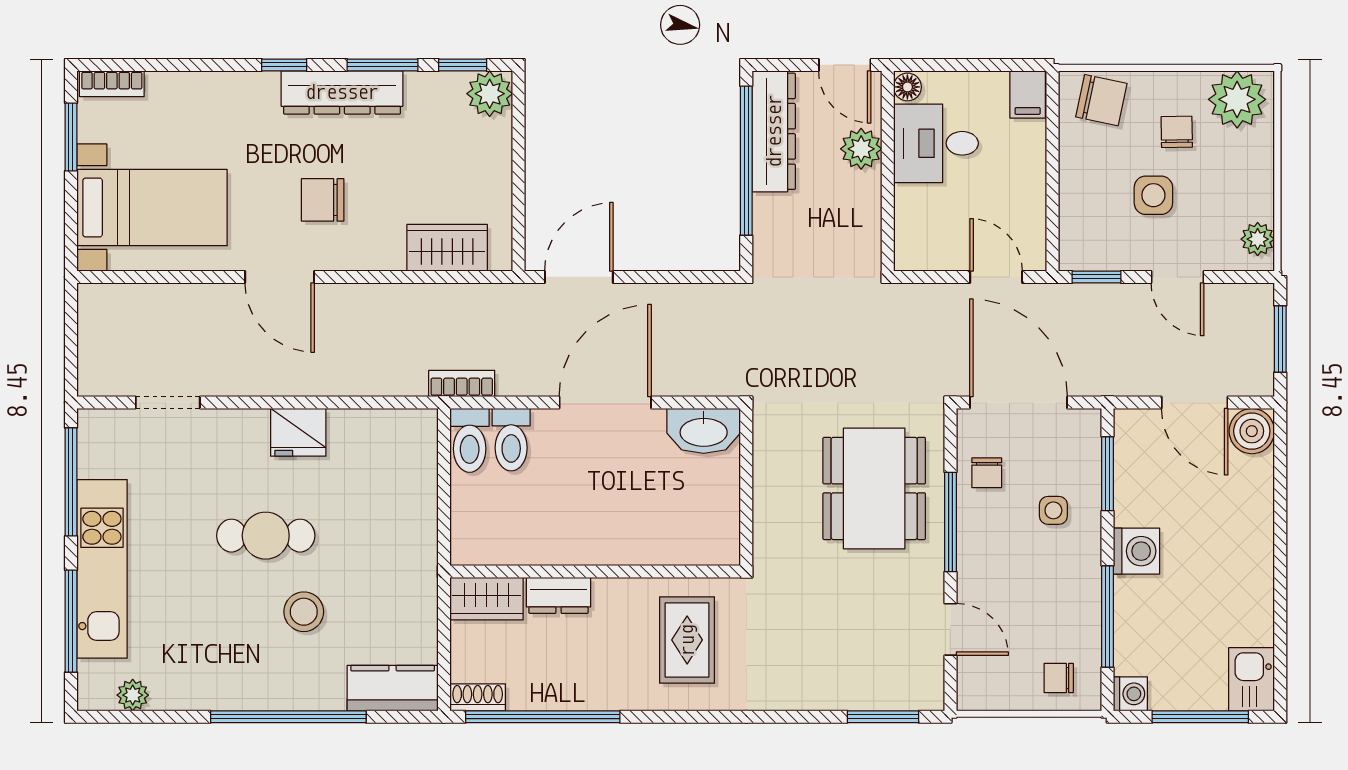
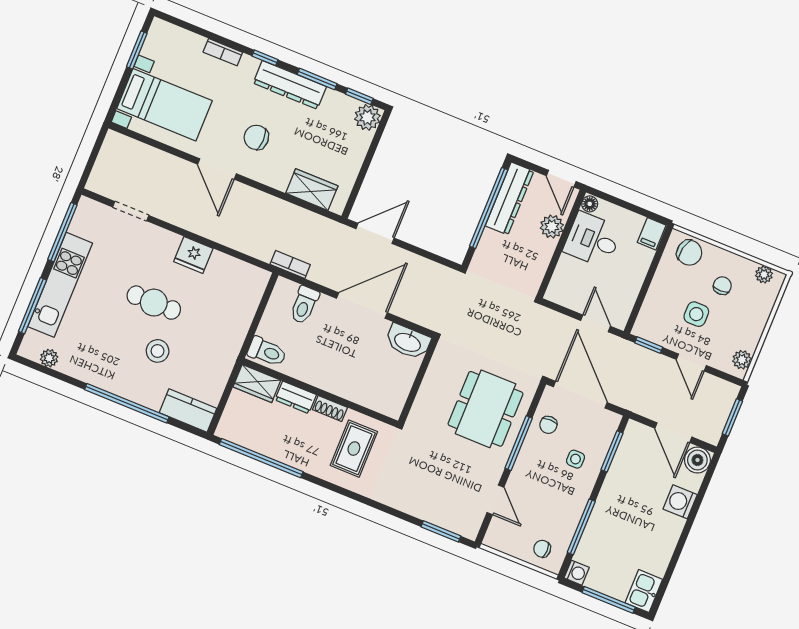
bookcase: (112, 84) -> (223, 52), moved
plant: (1237, 99) -> (764, 274), width x0.53, depth x0.53
toilet: (470, 440) -> (267, 352), moved, turned -90
washing machine: (1137, 551) -> (680, 502), moved, turned 180
shoe rack: (478, 697) -> (330, 408), moved, turned 180

